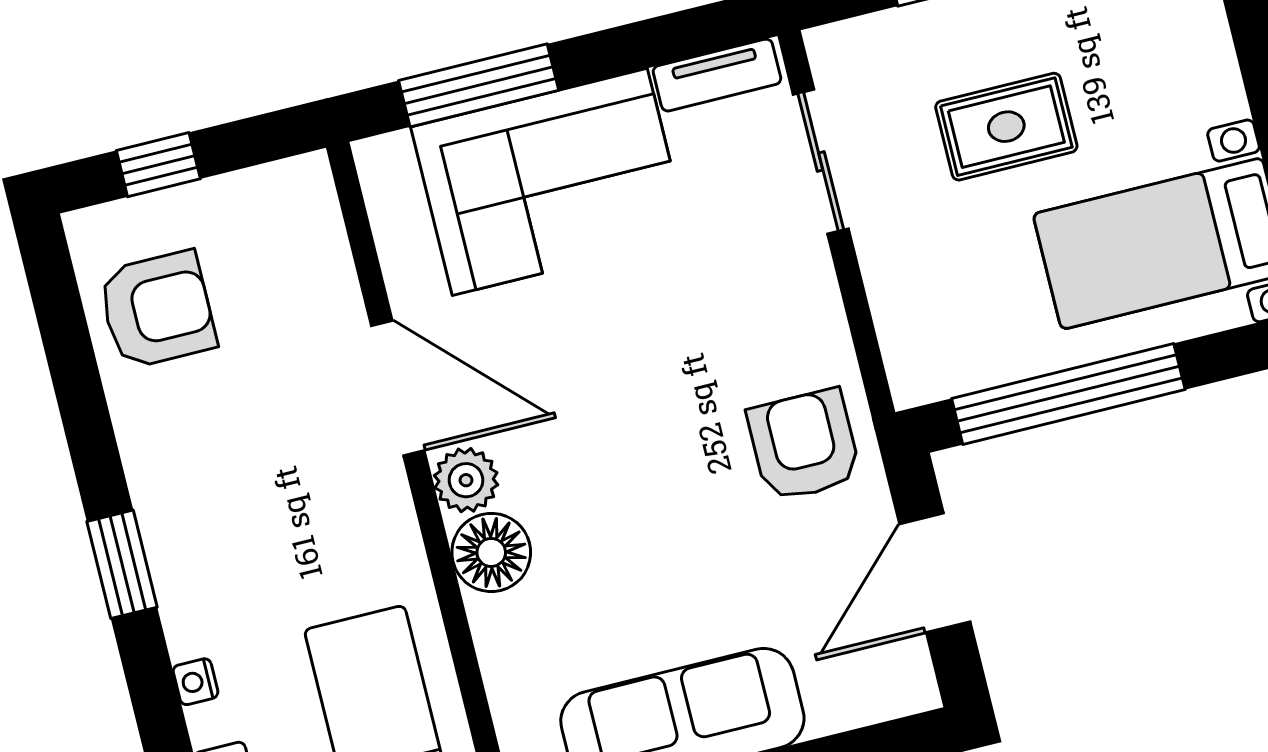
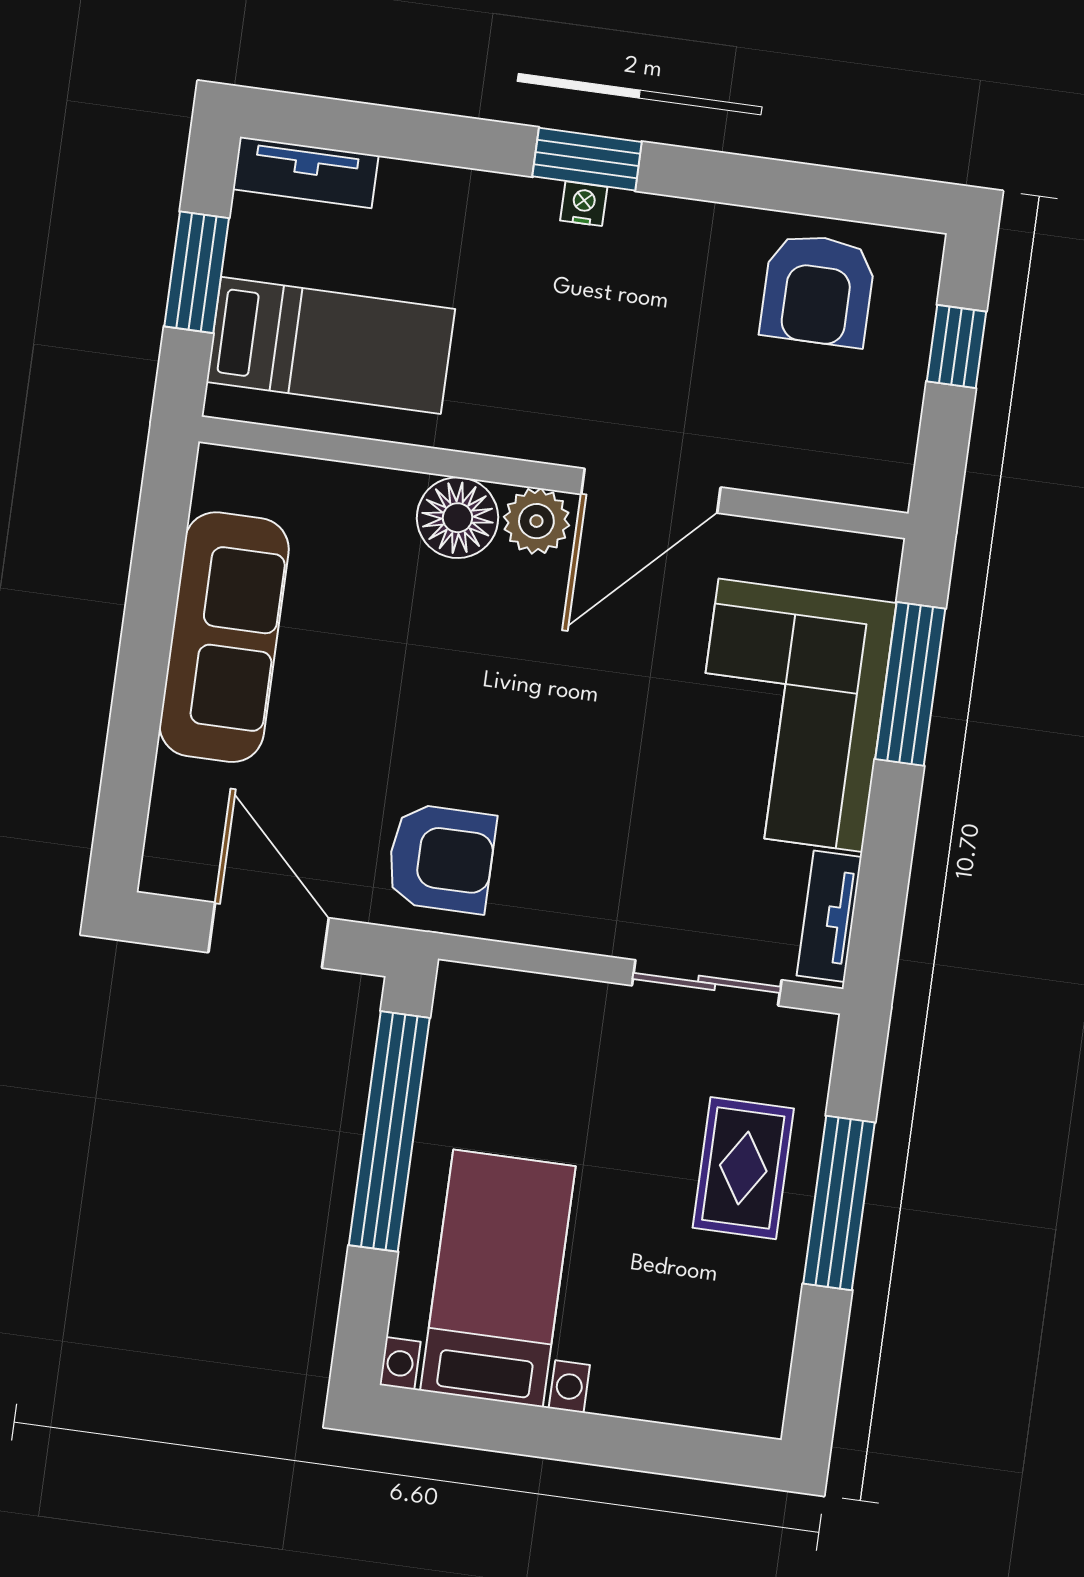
rug: (1006, 127) -> (743, 1168), moved
nightstand: (196, 682) -> (584, 204), moved

